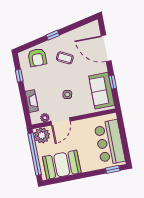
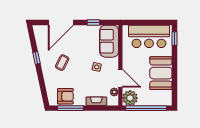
window: (53, 35) -> (37, 58), moved
armchair: (37, 57) -> (65, 96), moved
window: (19, 76) -> (70, 108), width x2.17
sofa: (102, 91) -> (109, 41), moved, turned 90
booth: (62, 165) -> (161, 73), moved

